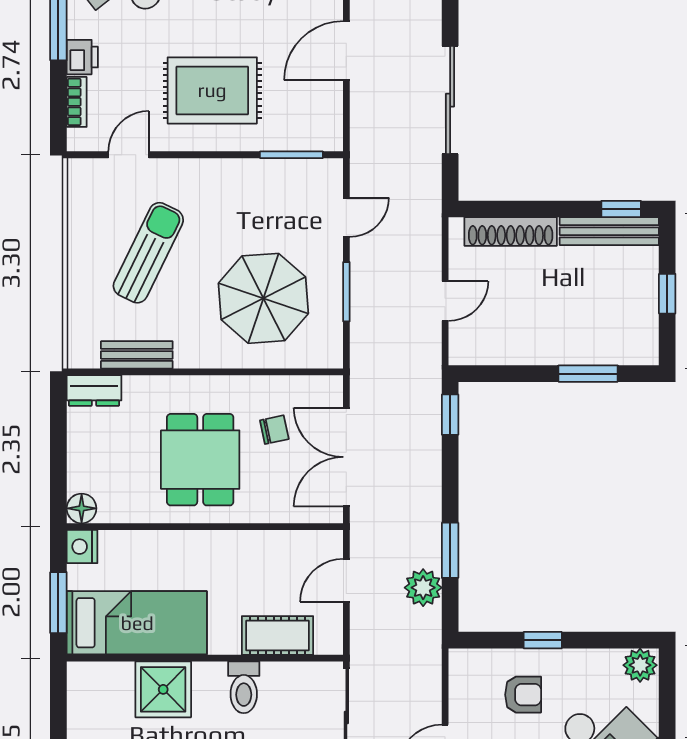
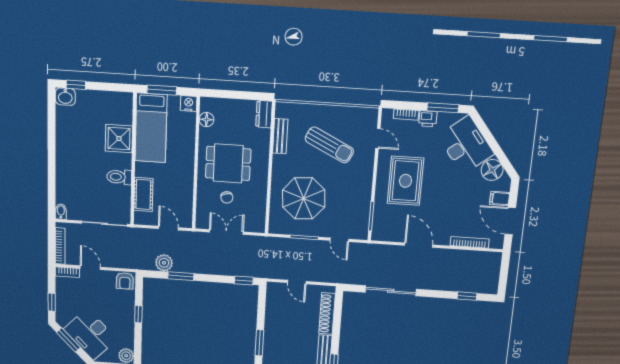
chair: (274, 430) -> (227, 197), moved
double door: (346, 457) -> (226, 232), width x0.73
floor lamp: (82, 508) -> (206, 120), moved
armchair: (523, 695) -> (125, 281), moved

